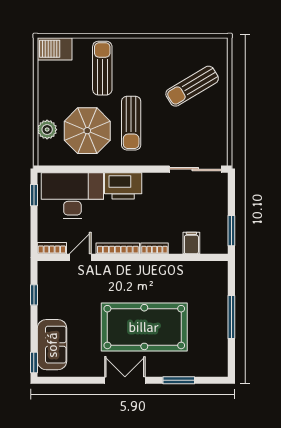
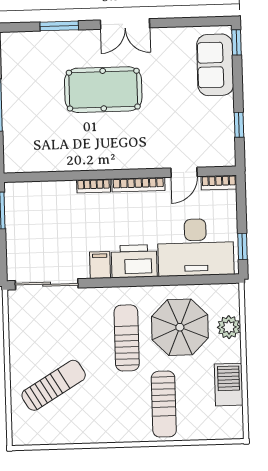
barbecue: (55, 49) -> (229, 385), moved, turned -90
filing cabinet: (191, 243) -> (100, 265), moved, turned 180
pool table: (144, 327) -> (103, 90), width x0.73, depth x0.76

